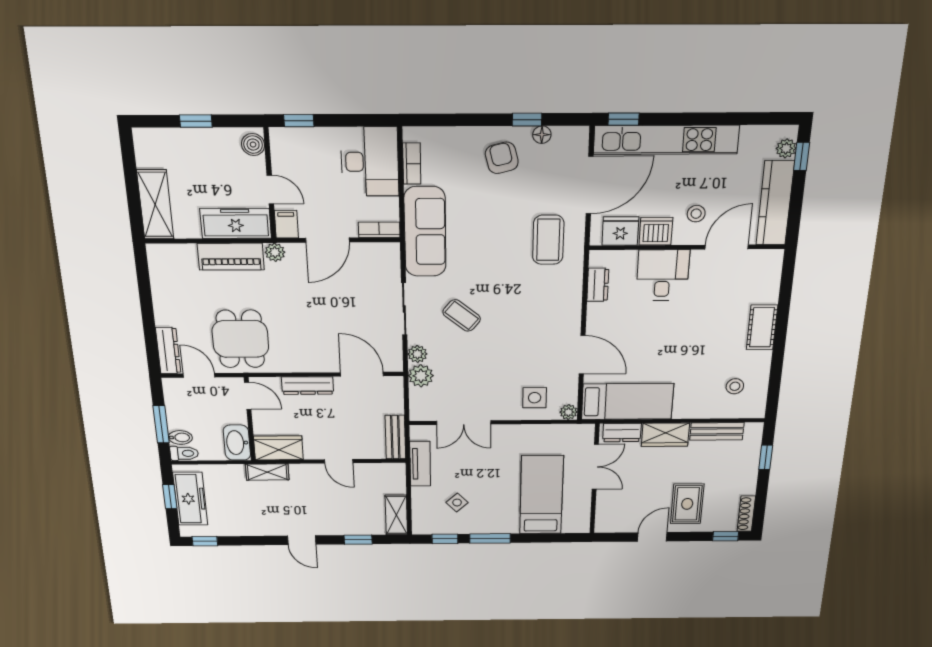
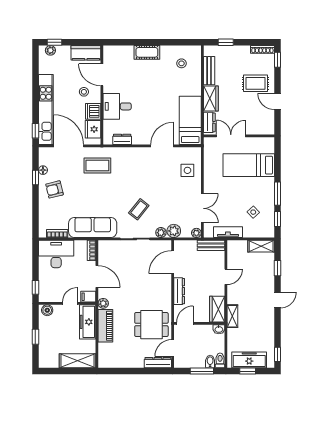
kitchen counter: (775, 203) -> (86, 53), width x0.67
plant: (569, 412) -> (196, 233), moved
washbasin: (237, 443) -> (219, 329), width x0.52, depth x0.69

